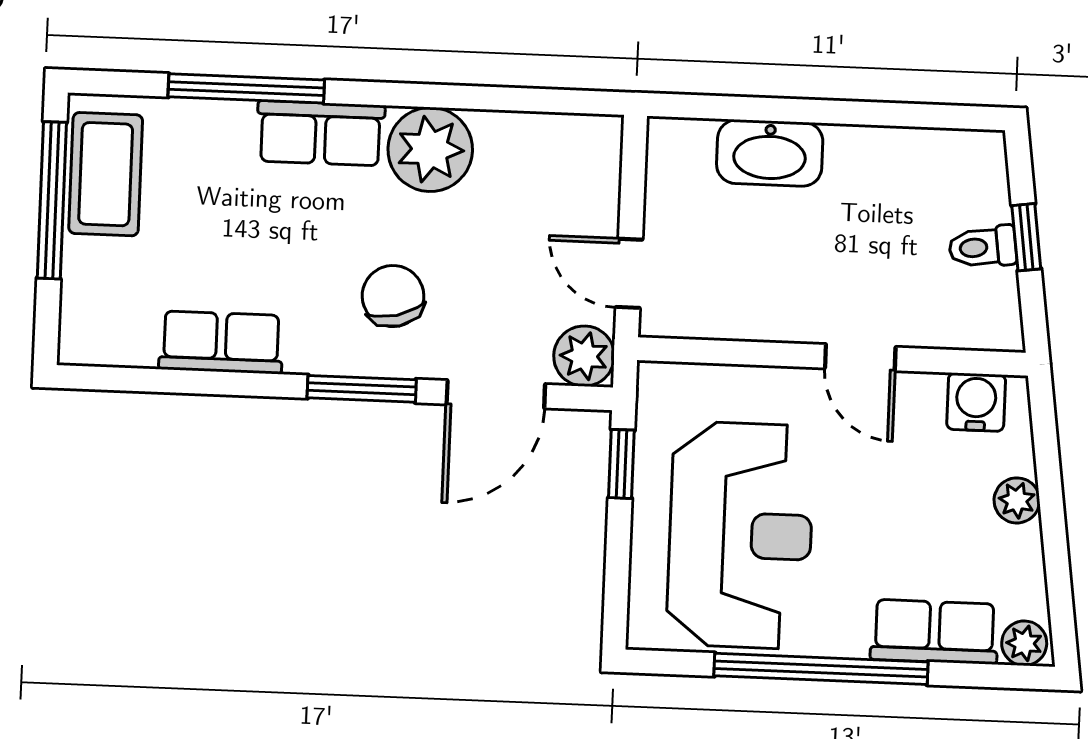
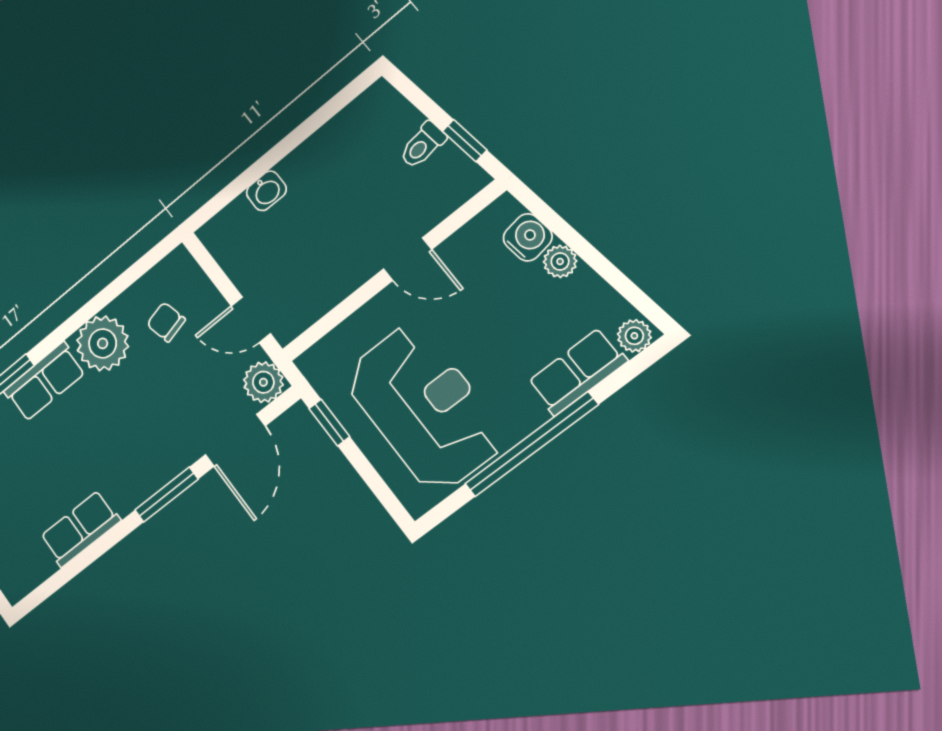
washbasin: (770, 153) -> (266, 191), width x0.52, depth x0.69
window: (1026, 237) -> (465, 141), moved
chair: (393, 296) -> (166, 322), moved, width x0.73, depth x0.73
water cooler: (976, 402) -> (528, 237), moved, turned 82

